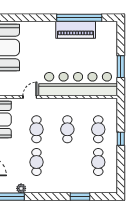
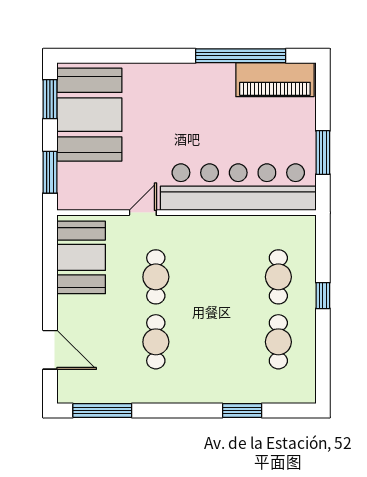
piano: (76, 30) -> (275, 80), moved
cafe table: (67, 129) -> (217, 277), removed
plant: (21, 188) -> (125, 394), removed

